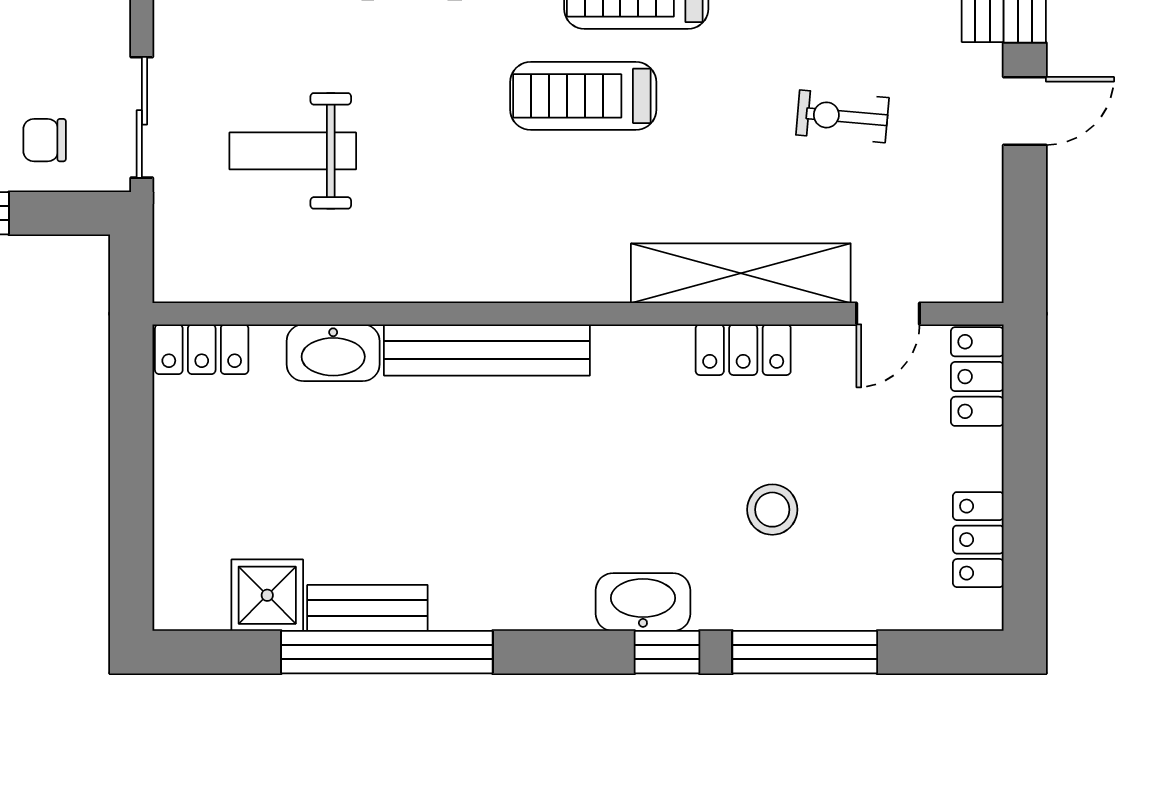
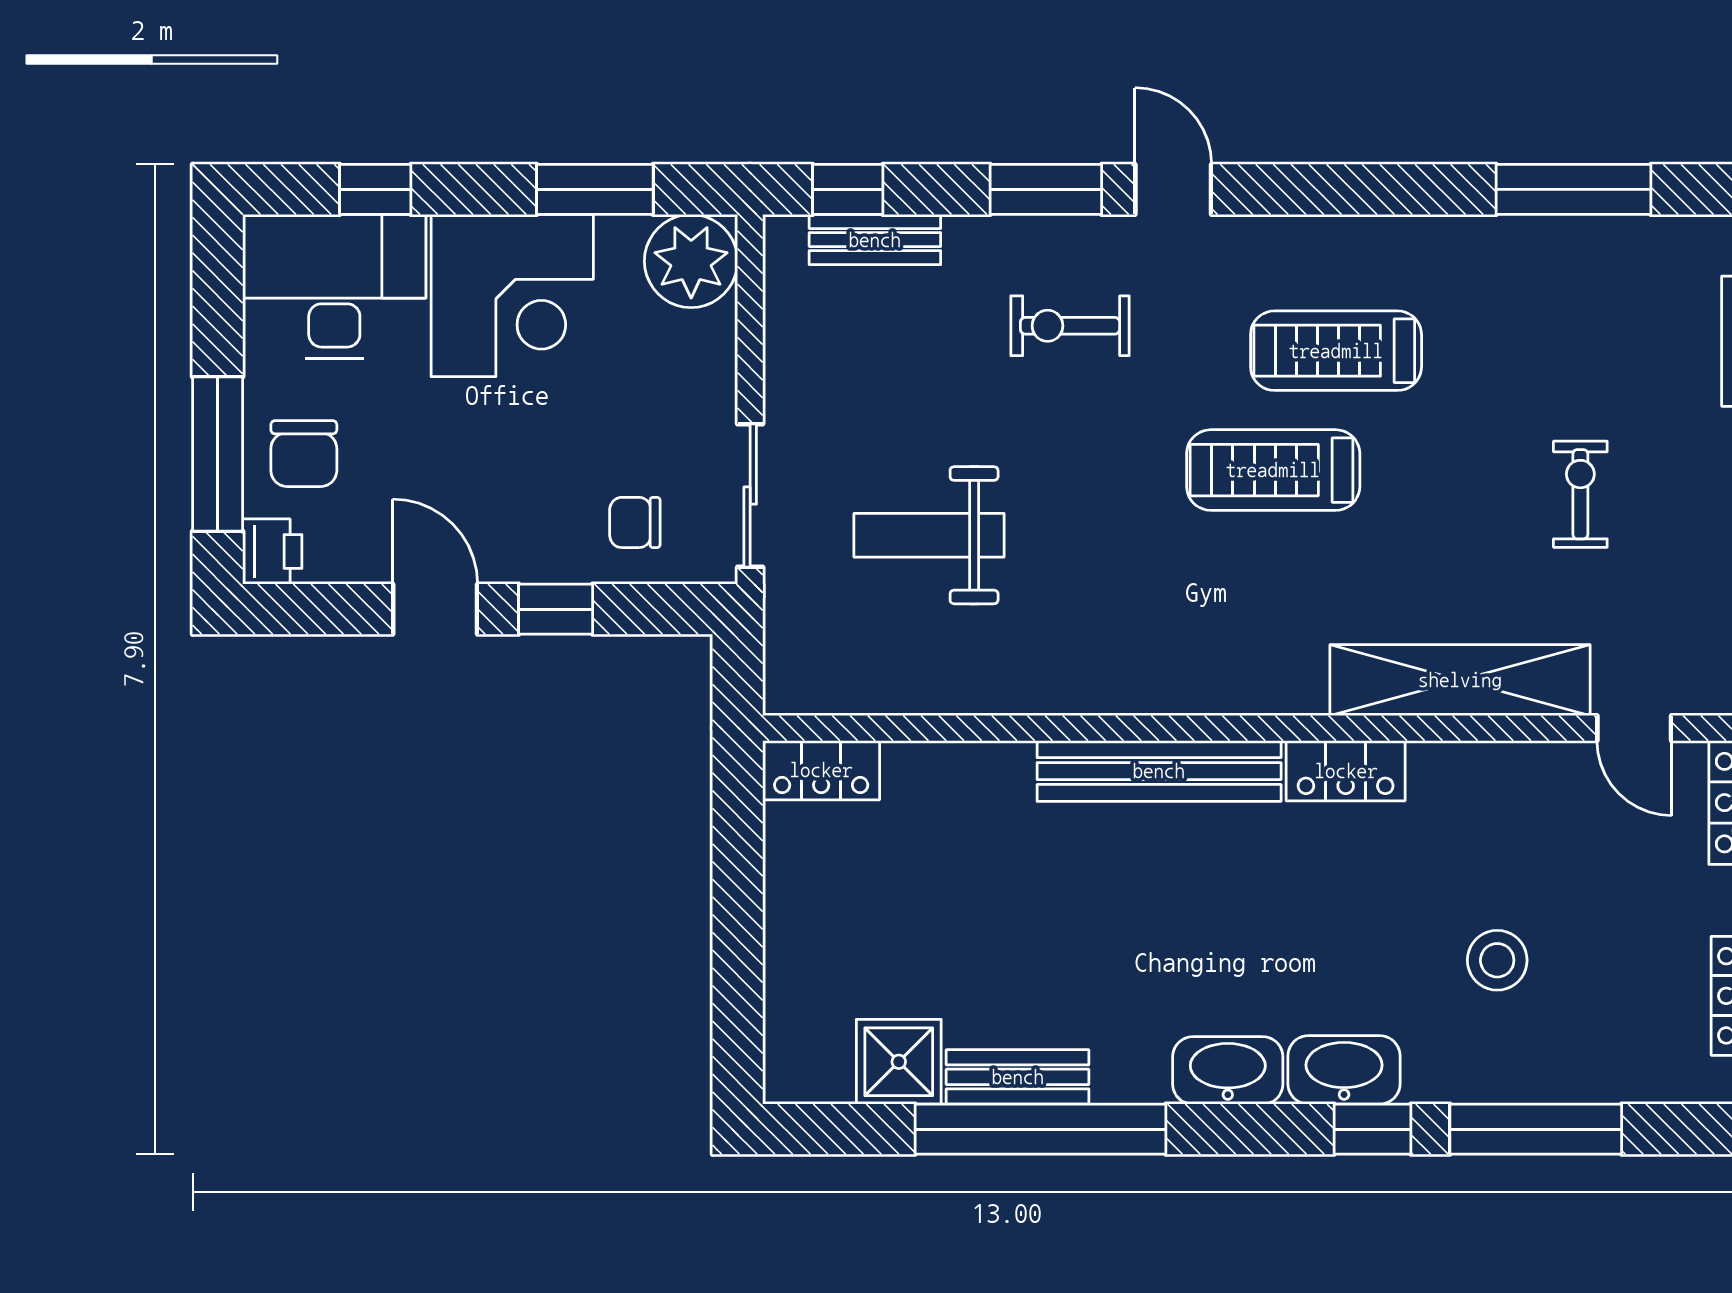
exercise bike: (842, 116) -> (1580, 494), turned 85
door: (888, 314) -> (1634, 728), hinge flipped
locker: (743, 350) -> (1346, 771), moved
washbasin: (333, 353) -> (1228, 1070), moved, turned 180

